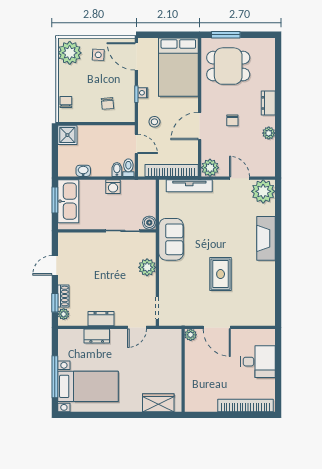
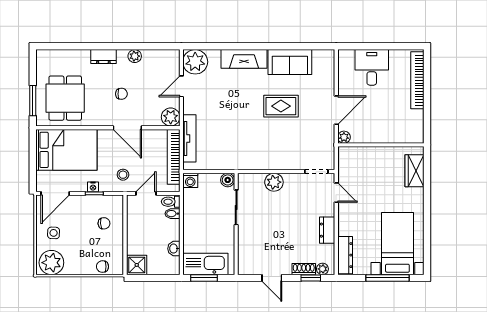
washing machine: (113, 187) -> (190, 180), moved, turned 90
sofa: (171, 239) -> (290, 62), moved, turned 180
dresser: (97, 336) -> (345, 255), moved, width x1.44

